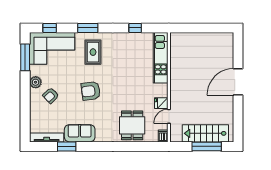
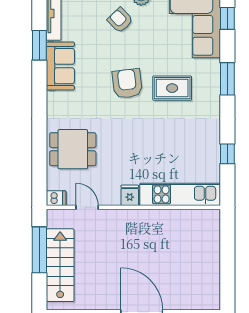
rug: (93, 52) -> (172, 88), moved
fridge: (161, 103) -> (130, 195), moved
window: (207, 146) -> (39, 250), moved

